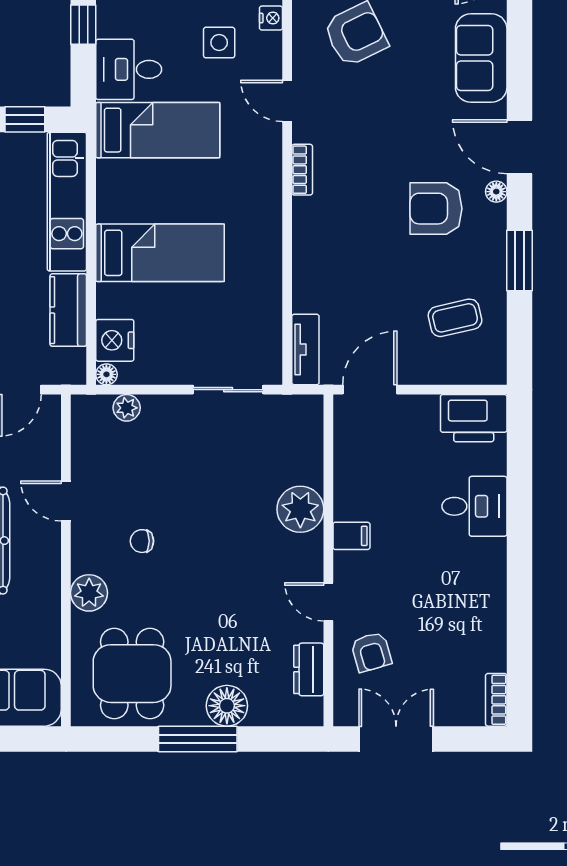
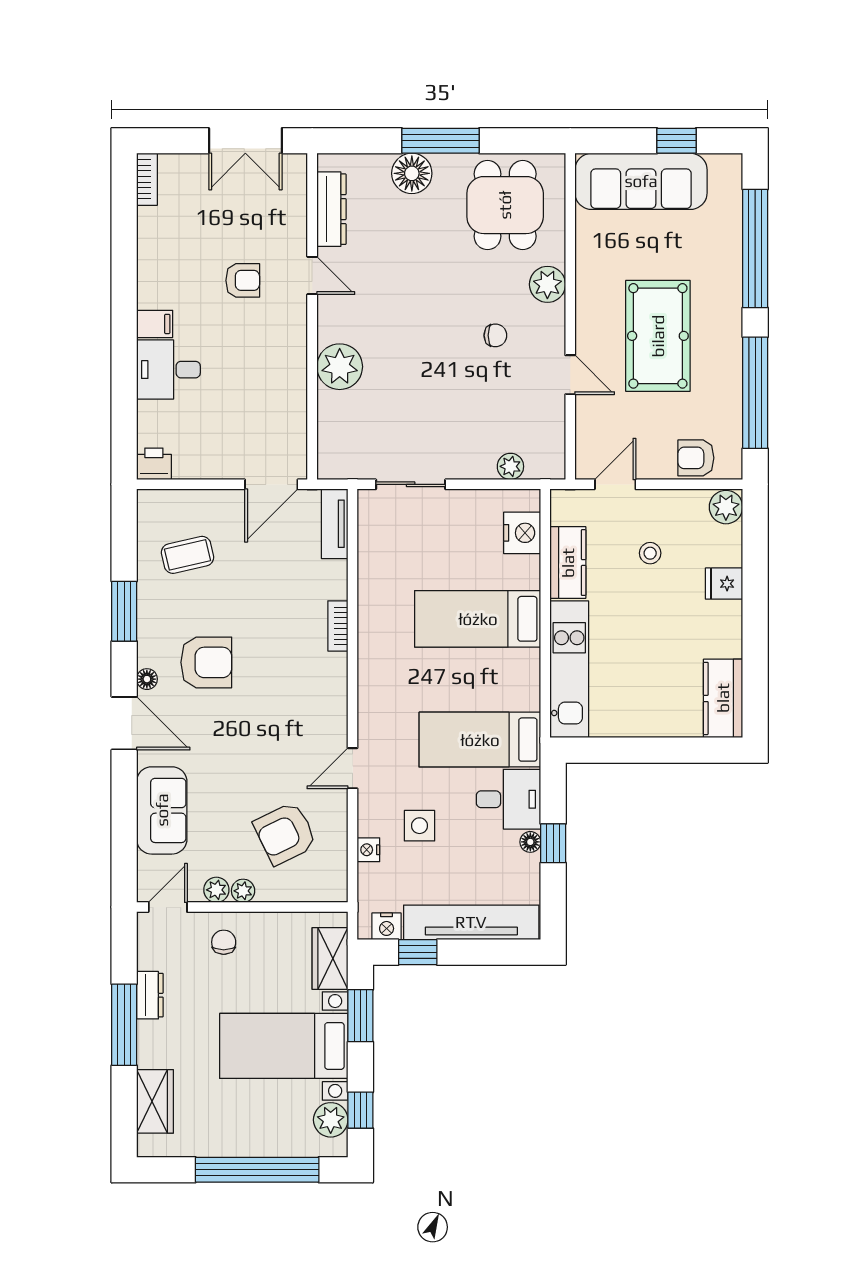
door: (287, 101) -> (353, 768), swing flipped
window: (25, 119) -> (610, 750), removed
bookcase: (302, 170) -> (338, 626), moved
floor lamp: (106, 374) -> (530, 842), moved
printer: (474, 418) -> (154, 464), width x0.53, depth x0.68
filing cabinet: (351, 536) -> (155, 324), moved, turned 180
armchair: (371, 652) -> (243, 280), moved, turned 106
dresser: (309, 669) -> (331, 209), width x1.44

